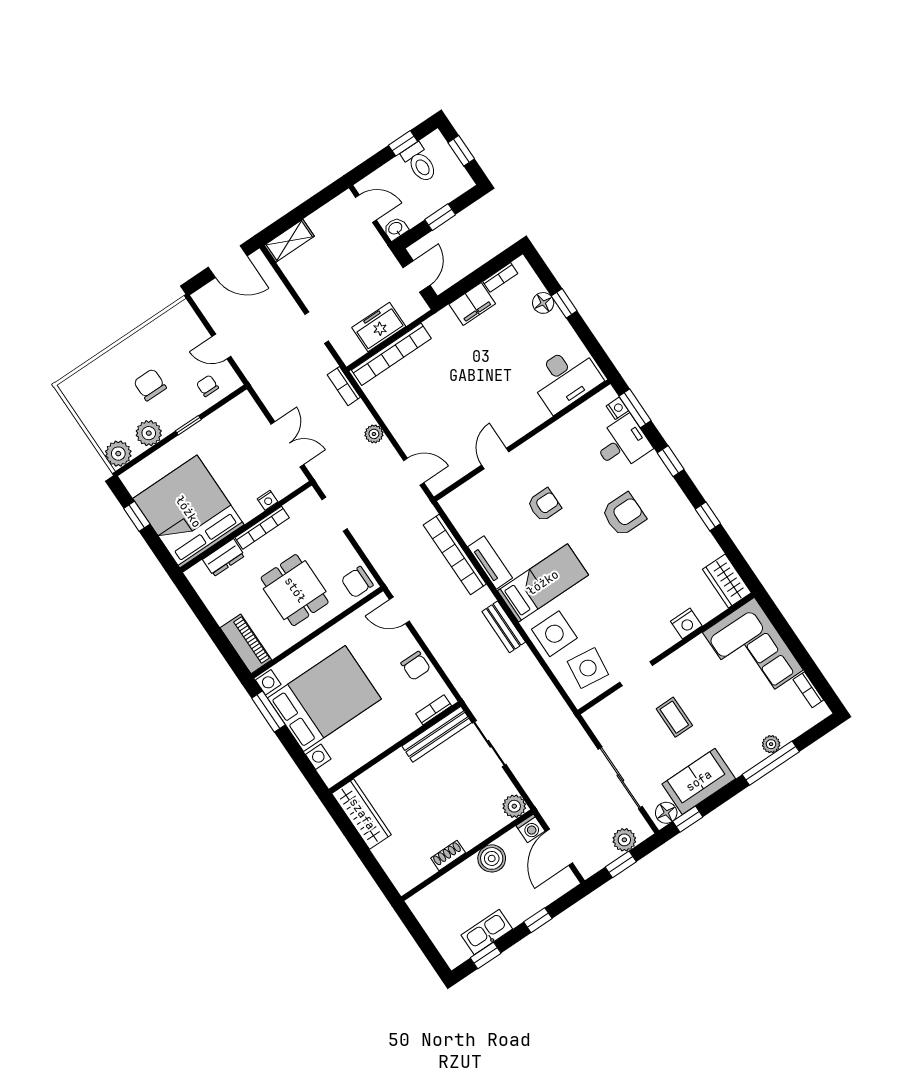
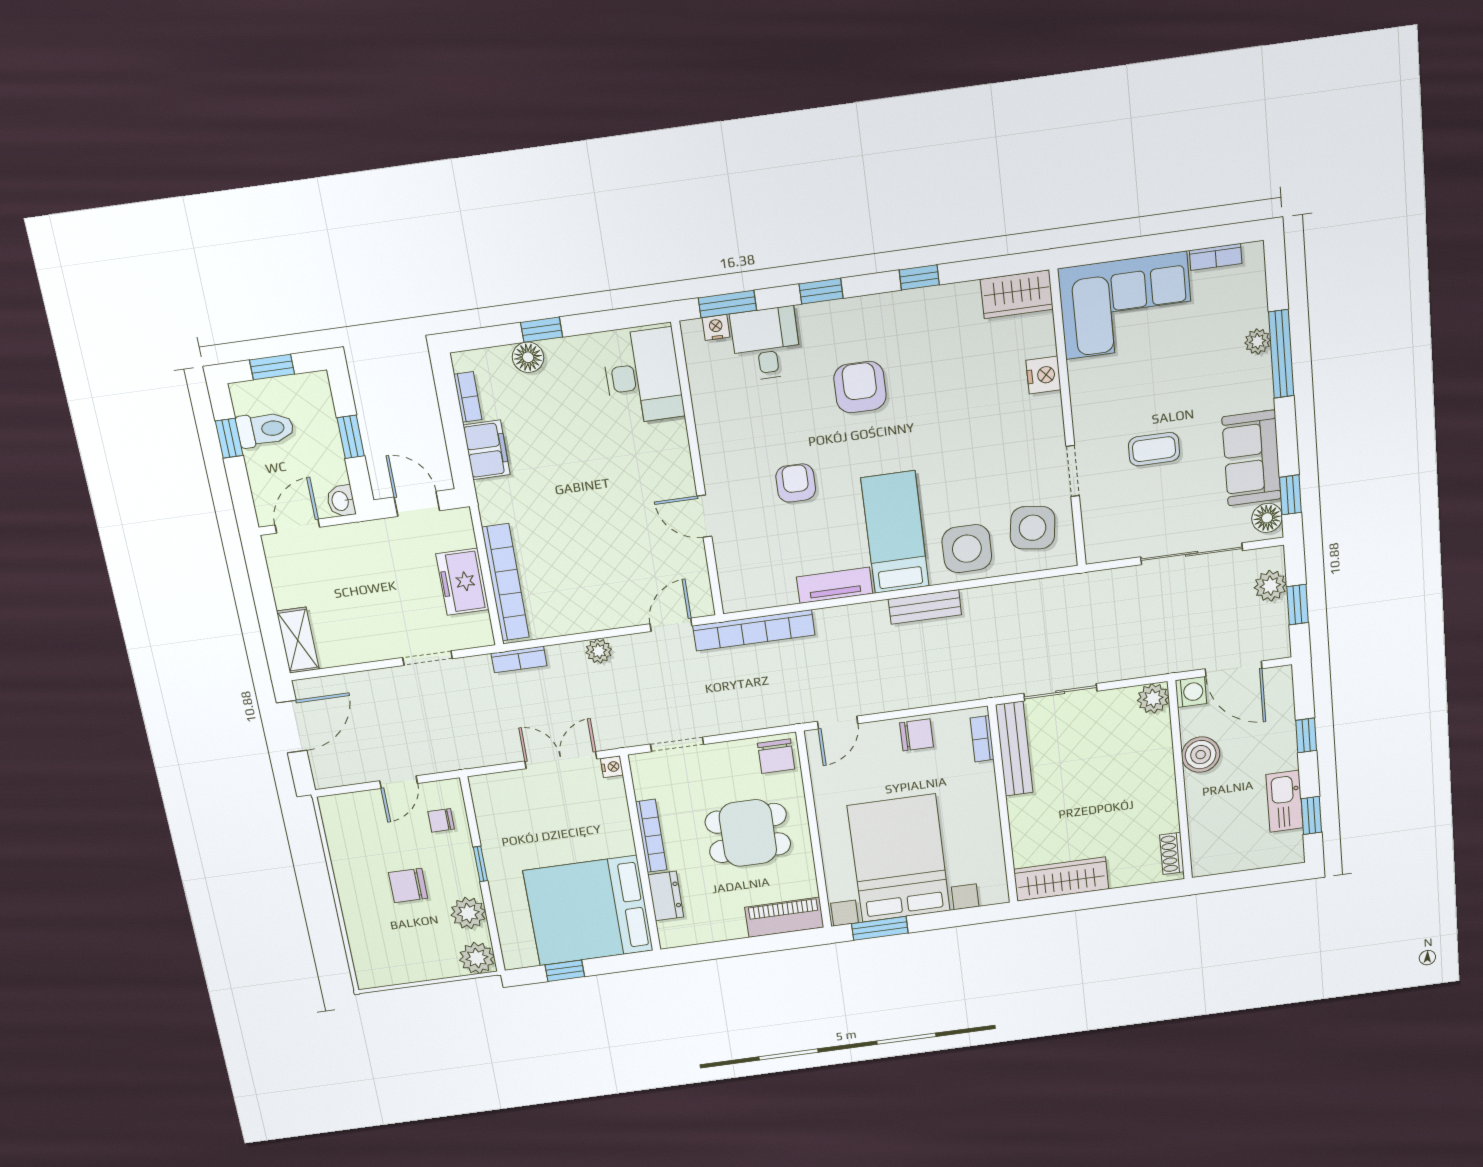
nightstand: (268, 500) -> (612, 767), moved
bookcase: (455, 555) -> (754, 630), moved
shoe rack: (448, 855) -> (1172, 853), moved

